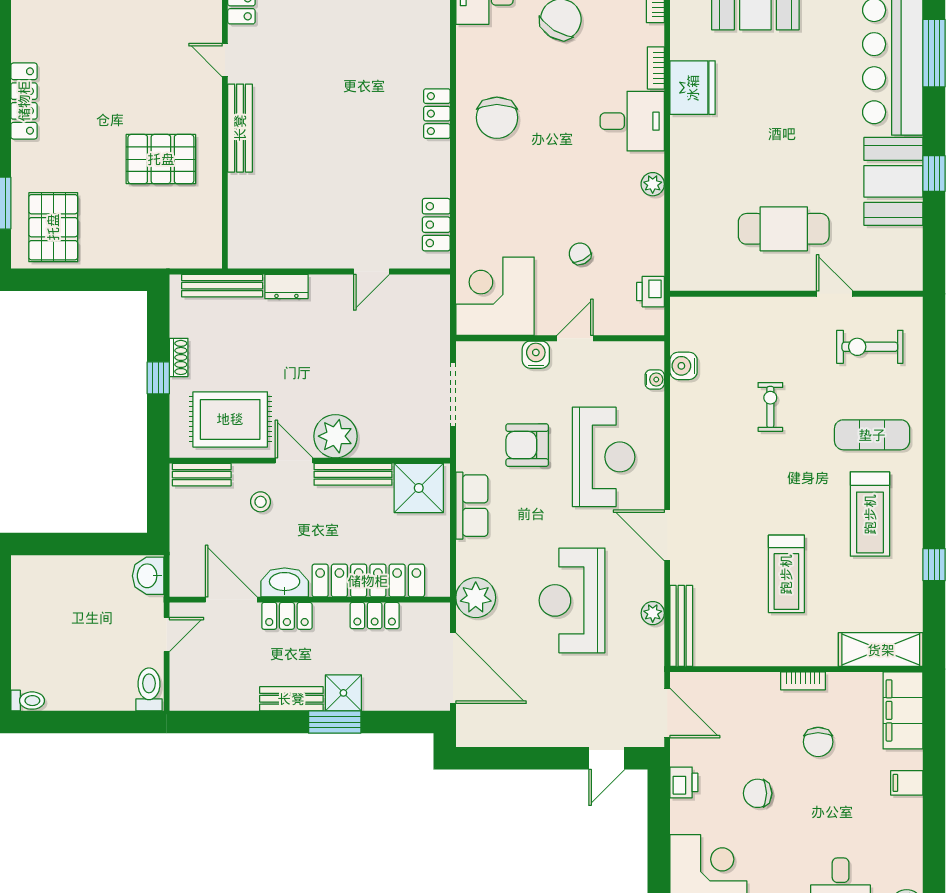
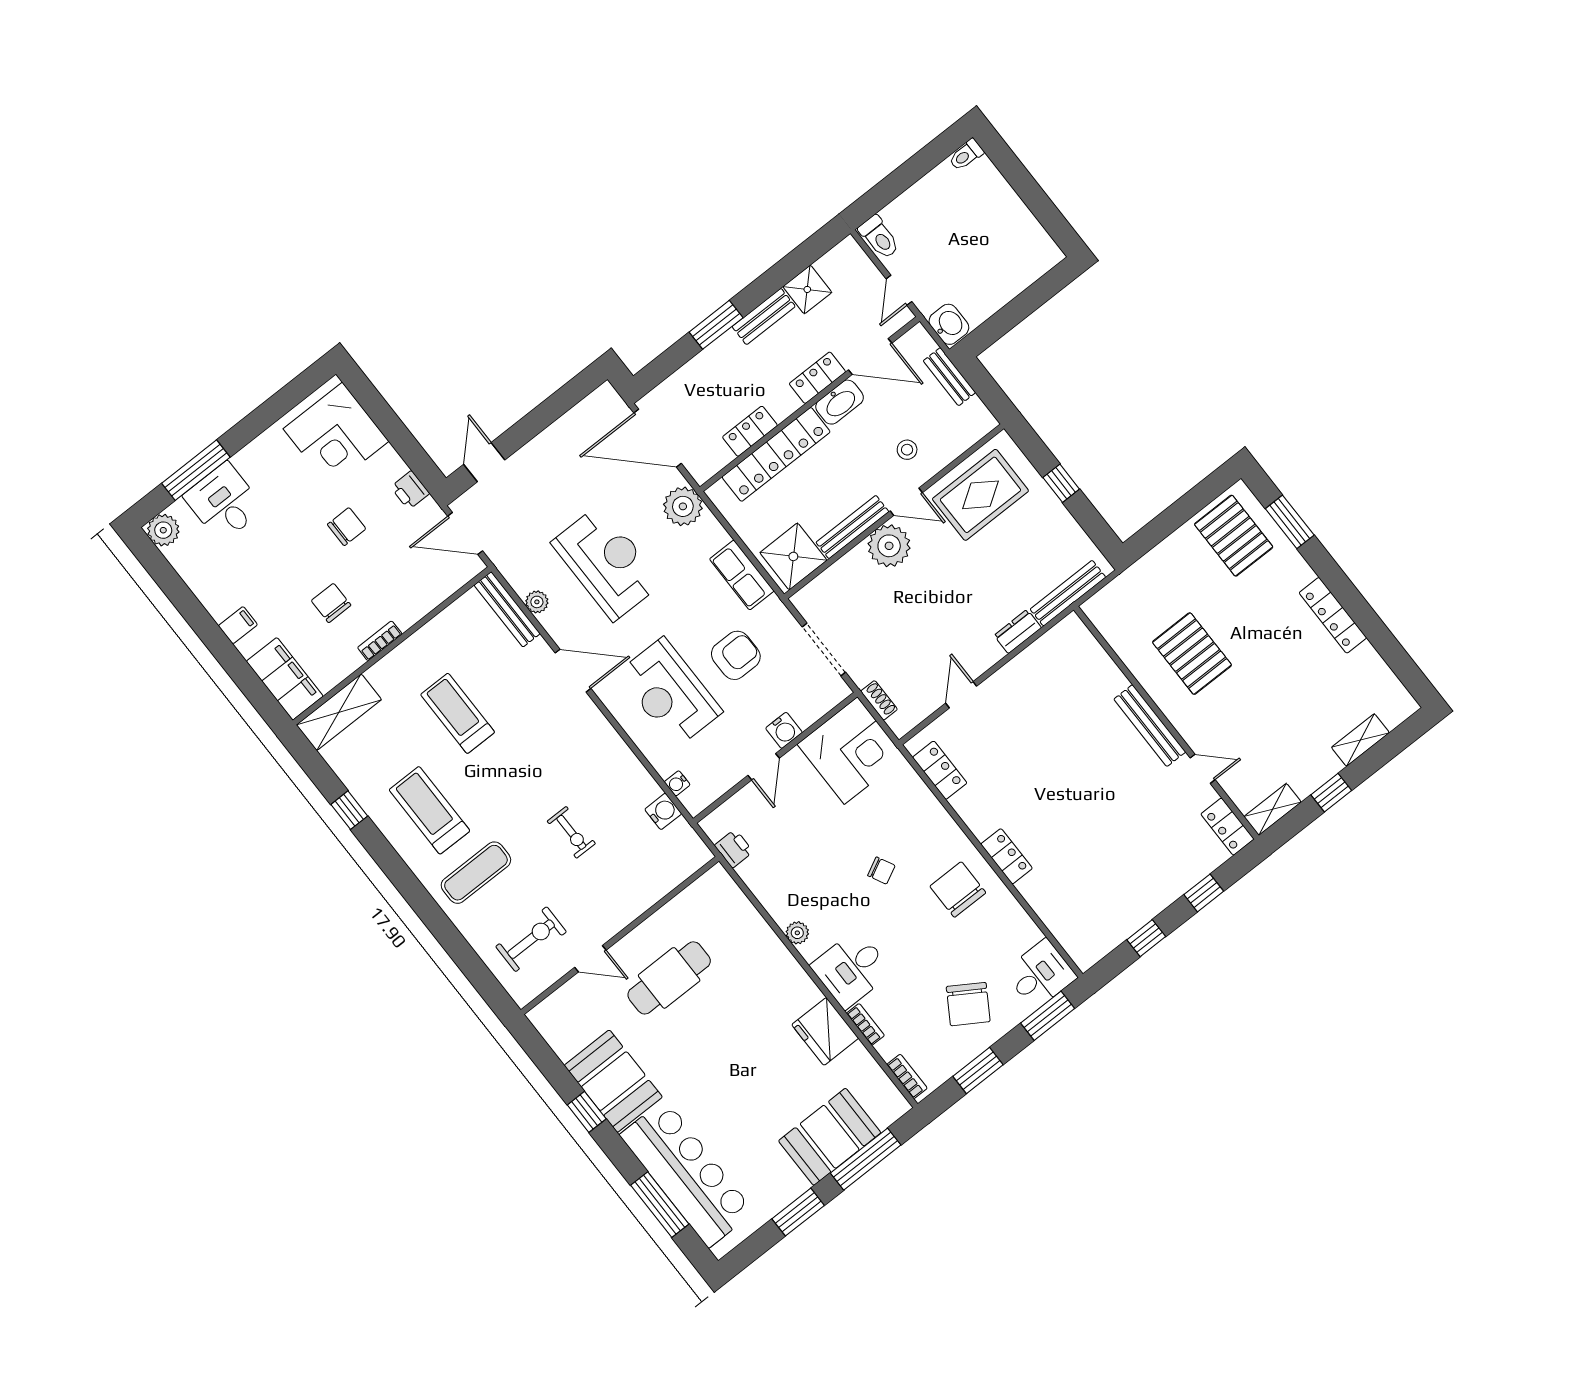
pallet: (161, 159) -> (1192, 654), turned 90
chair: (580, 254) -> (881, 871), moved
shoe rack: (179, 357) -> (879, 700), moved, turned 180
bench: (202, 475) -> (949, 377), moved, turned 90
shower: (343, 693) -> (807, 289), moved

